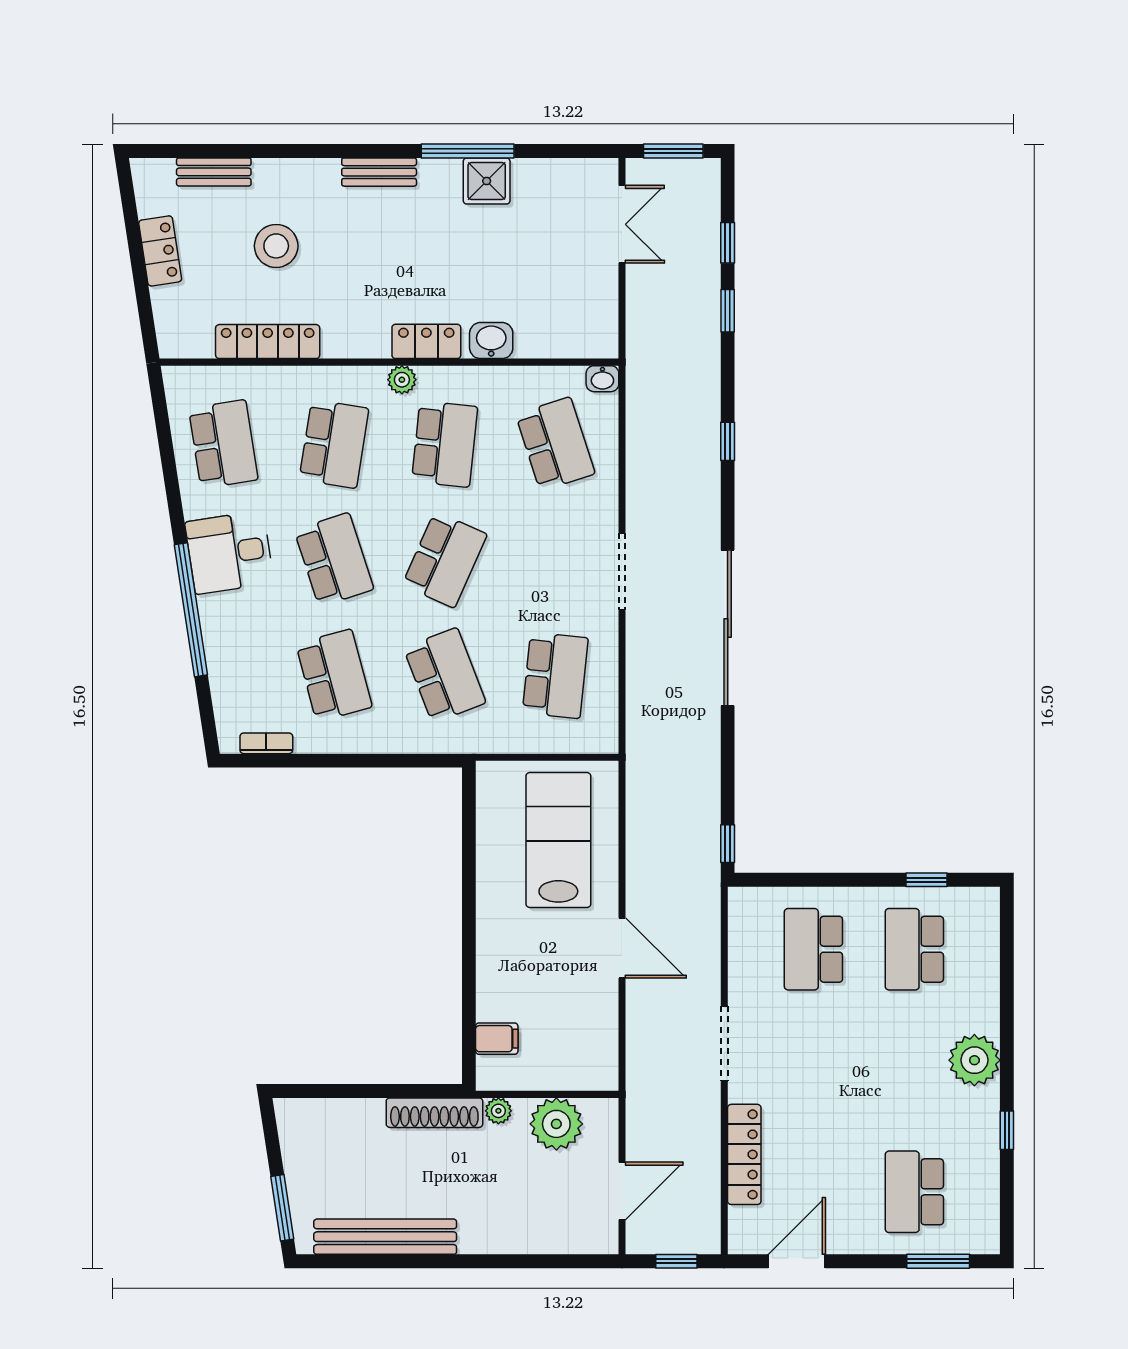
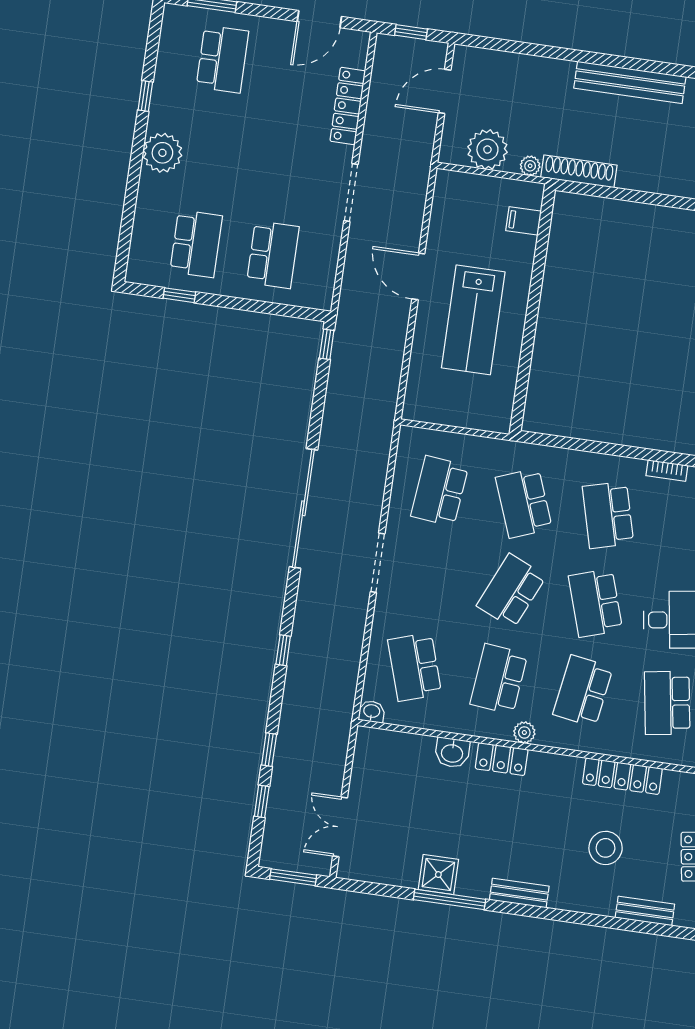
lab bench: (558, 840) -> (473, 320), moved

